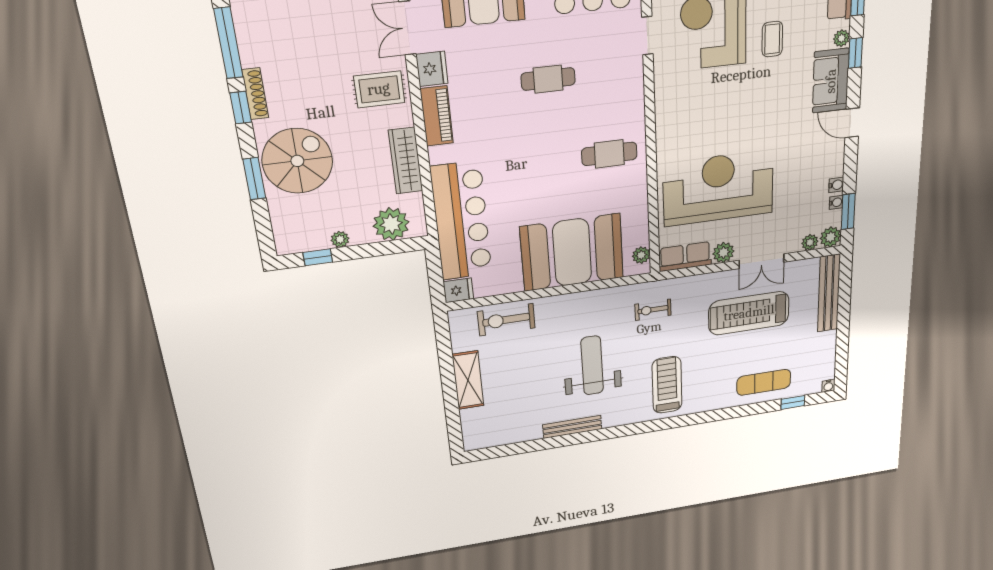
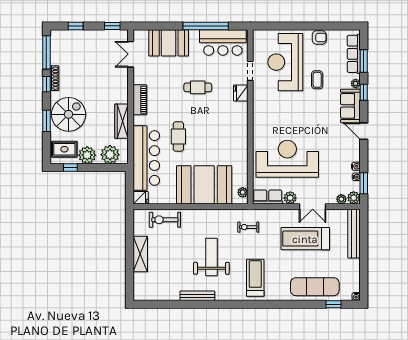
fridge: (432, 69) -> (241, 93), moved, turned 180
rug: (379, 89) -> (64, 149), moved
cafe table: (609, 154) -> (178, 136), moved, turned 90
plant: (340, 239) -> (87, 155), width x1.88, depth x1.88
exercise mat: (764, 382) -> (315, 287), width x1.36, depth x1.45

